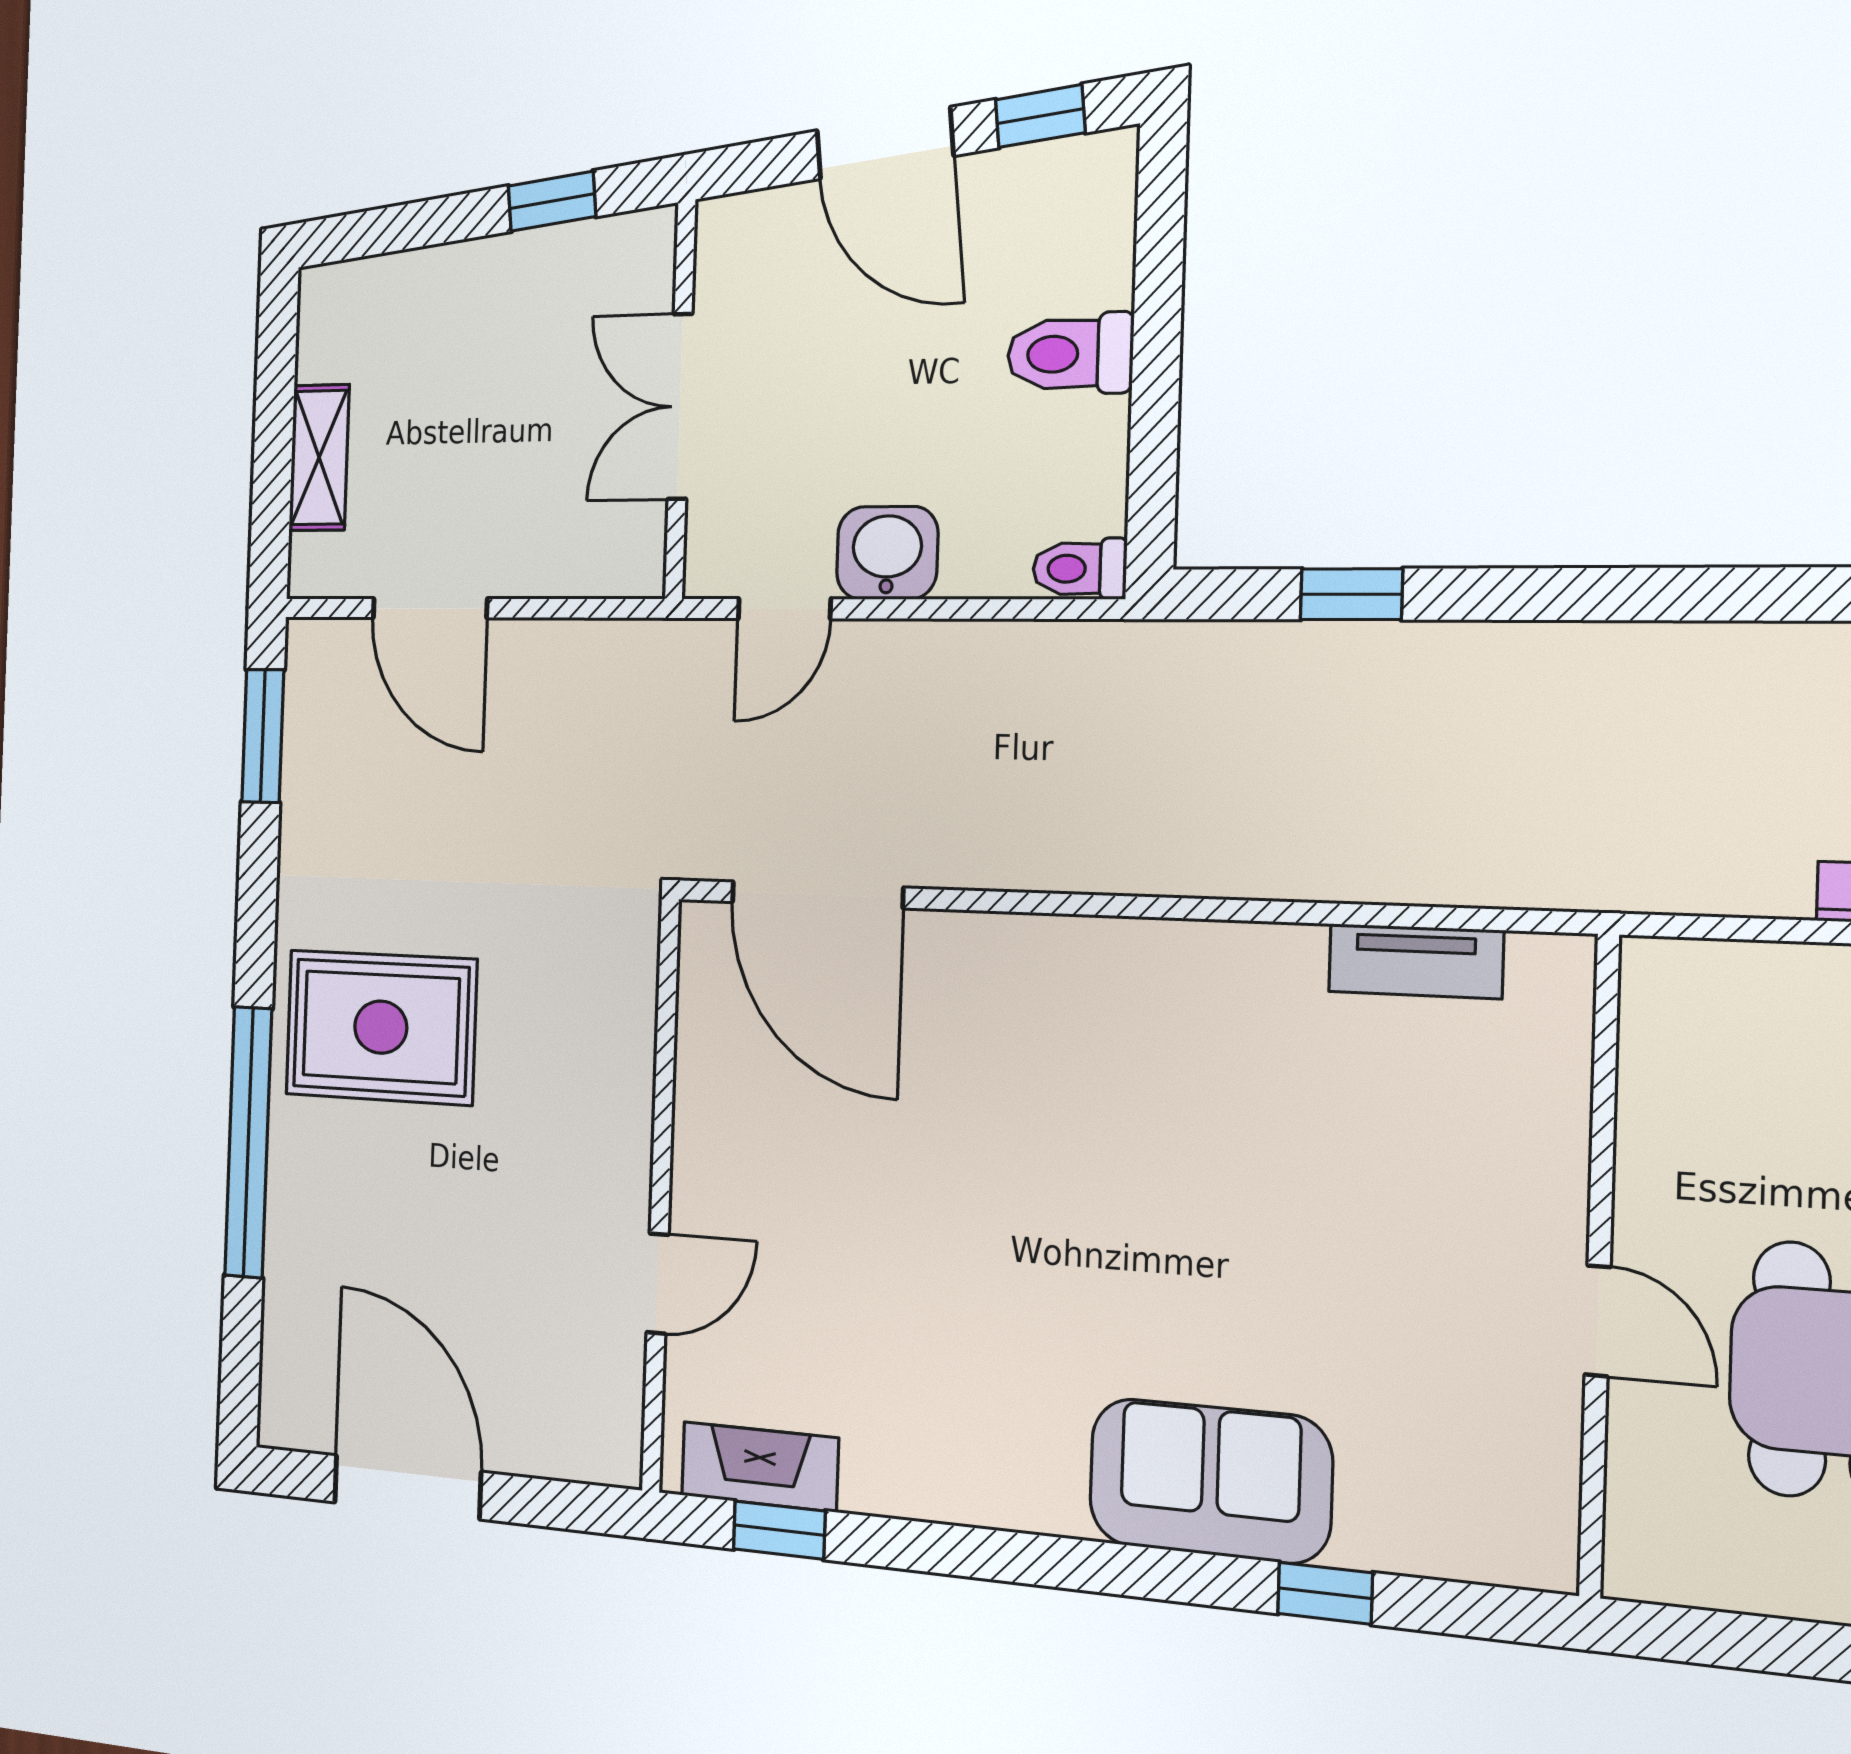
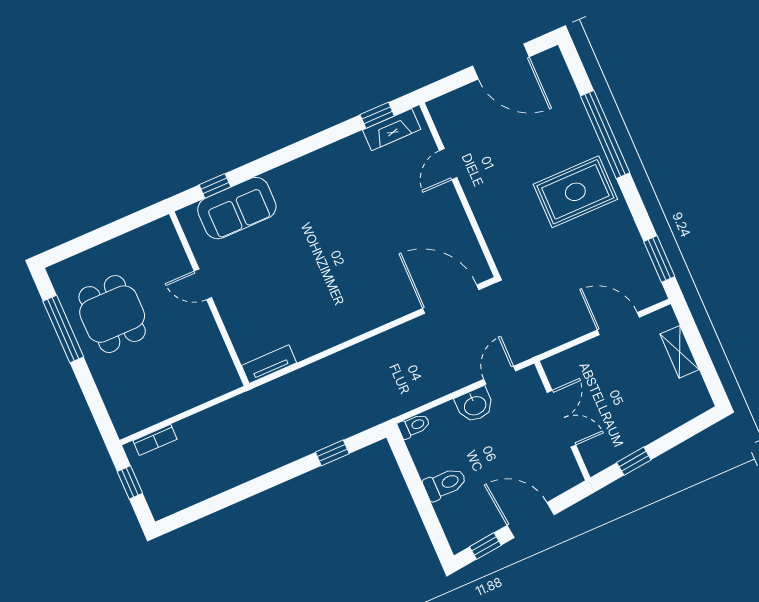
wall: (1599, 1265) -> (209, 299), moved
door: (1598, 1321) -> (203, 284), moved
sofa: (1210, 1481) -> (237, 208), moved

